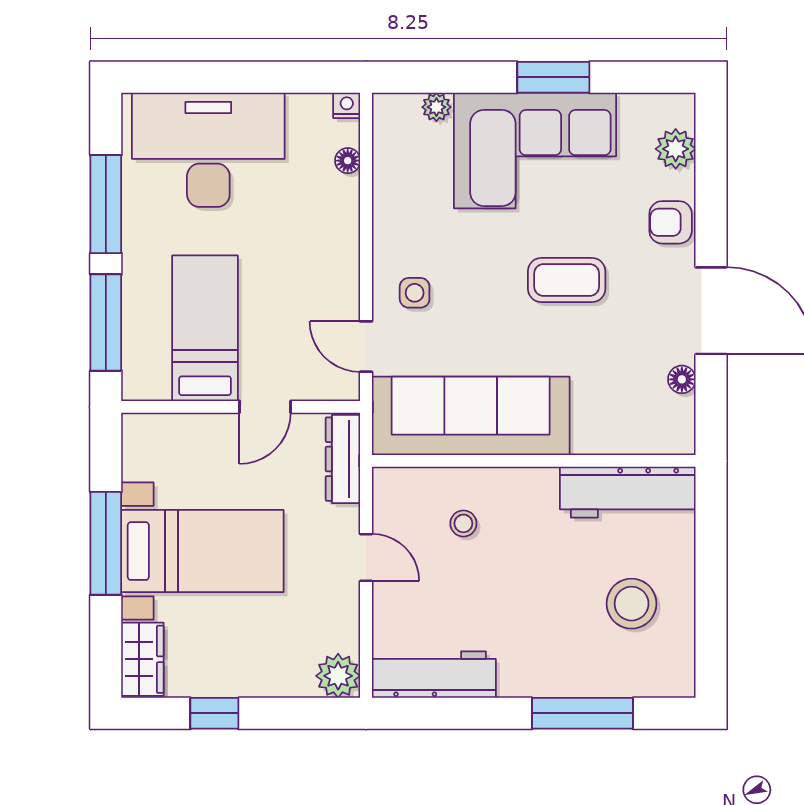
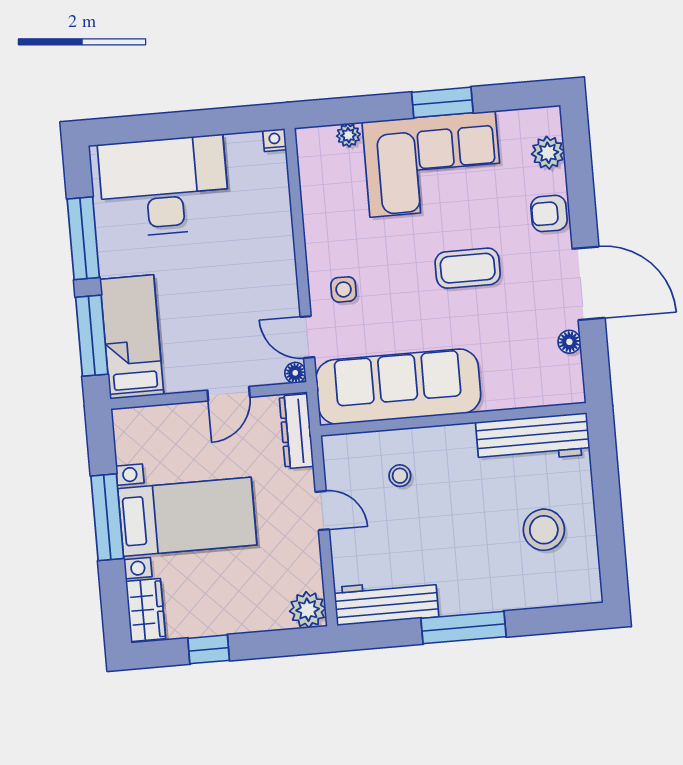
floor lamp: (348, 161) -> (295, 373), moved
bed: (205, 328) -> (132, 337), moved
window: (583, 713) -> (463, 627), moved

